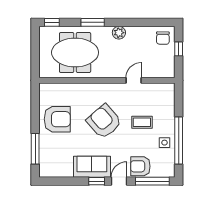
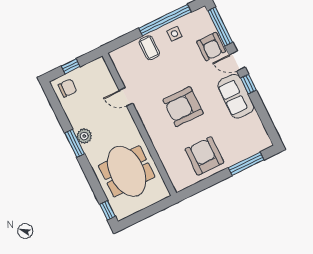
window: (93, 22) -> (75, 143), moved
armchair: (104, 121) -> (183, 107), turned 41
coffee table: (142, 122) -> (149, 48), moved

